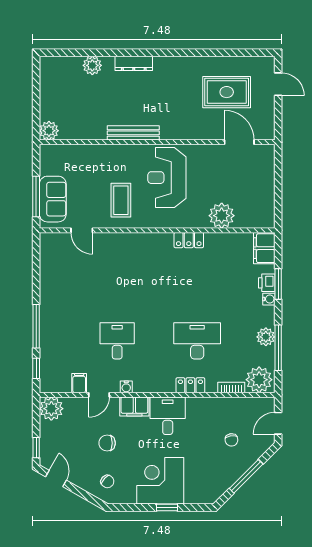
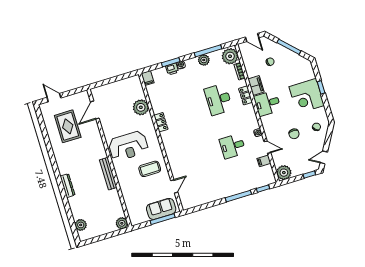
plant: (92, 65) -> (81, 225), moved
door: (278, 84) -> (54, 98), hinge flipped
filing cabinet: (264, 248) -> (148, 78), width x0.50
filing cabinet: (134, 406) -> (256, 86), moved

